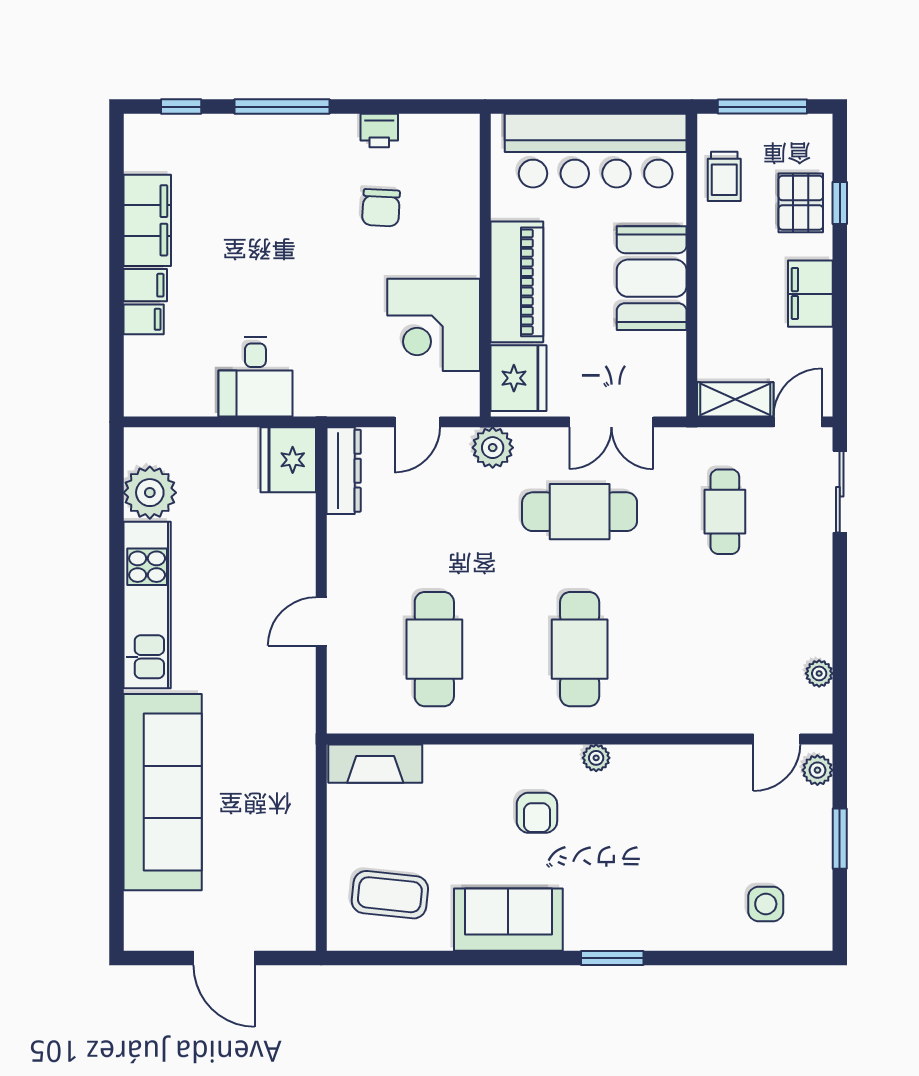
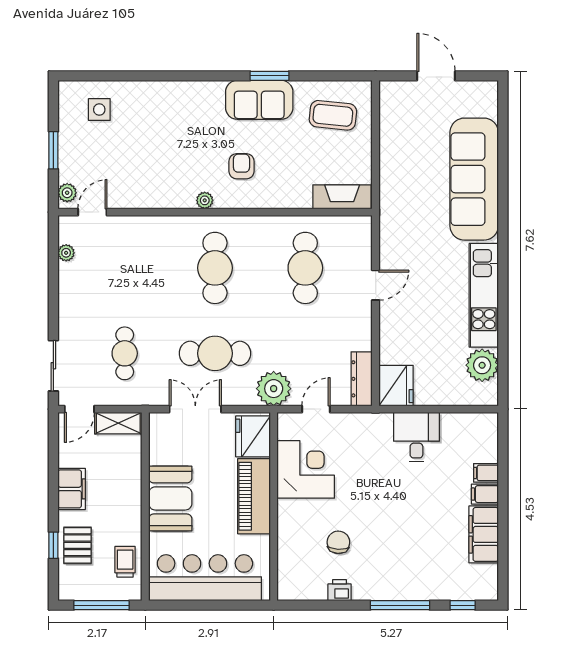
plant: (493, 448) -> (274, 389), width x1.36, depth x1.36
window: (612, 958) -> (270, 76), moved

